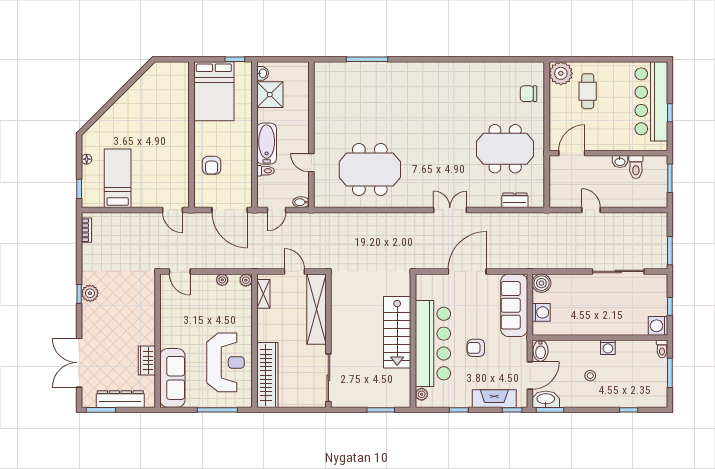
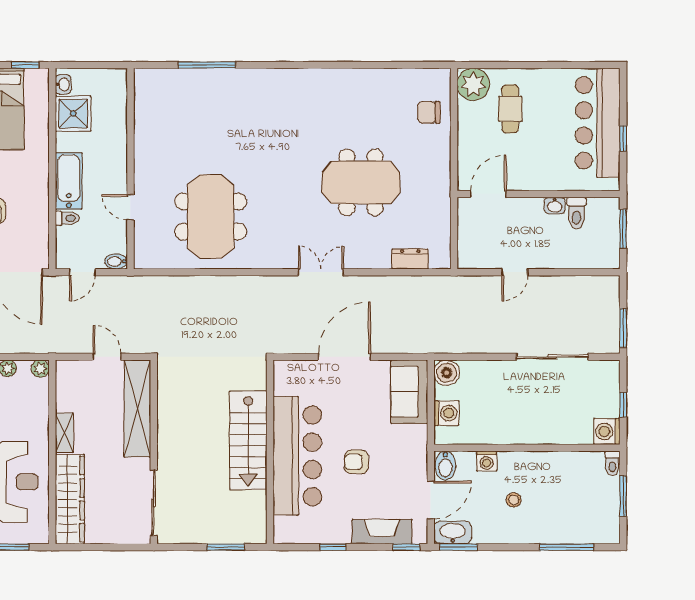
meeting table: (505, 149) -> (361, 182), moved
meeting table: (370, 169) -> (211, 217), turned 90
door: (591, 210) -> (515, 272), swing flipped
shelving: (263, 294) -> (64, 433), moved
sofa: (514, 305) -> (409, 392), width x0.73
washing machine: (608, 347) -> (487, 461), moved
plant: (422, 394) -> (282, 526), removed
window: (629, 410) -> (566, 547), width x2.17

